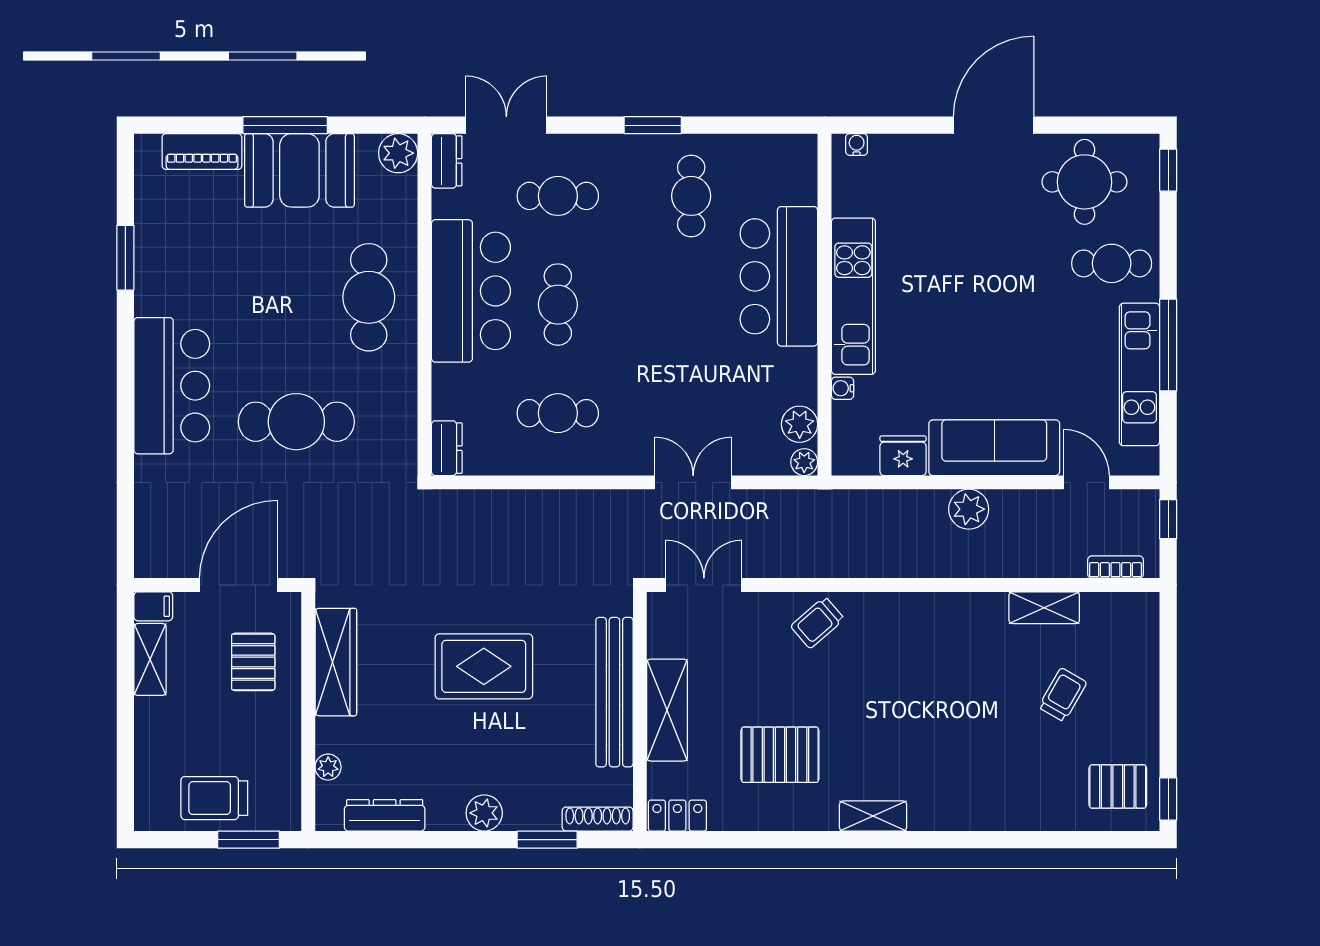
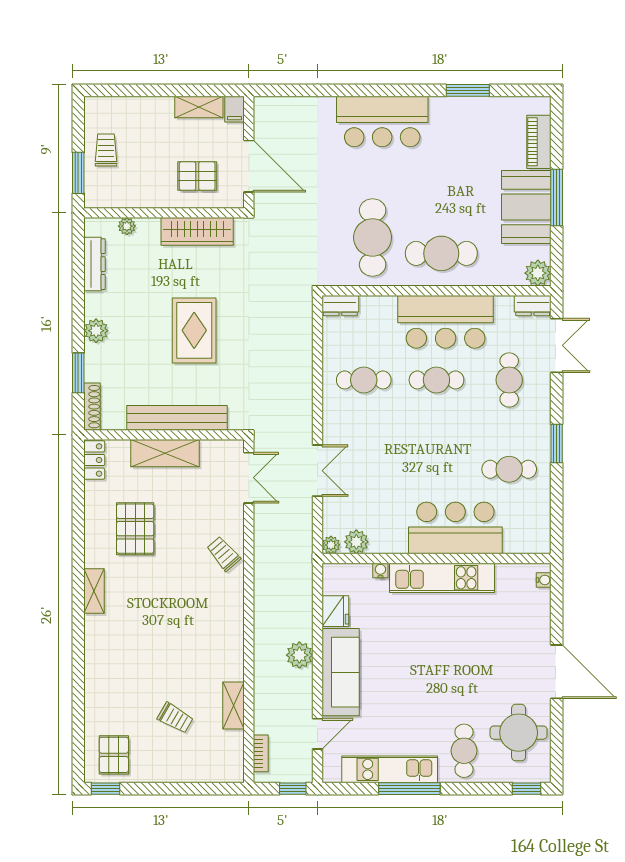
cafe table: (558, 413) -> (364, 380), turned 90
cafe table: (296, 422) -> (373, 237), moved
trolley: (214, 798) -> (106, 150), width x0.73, depth x0.72

